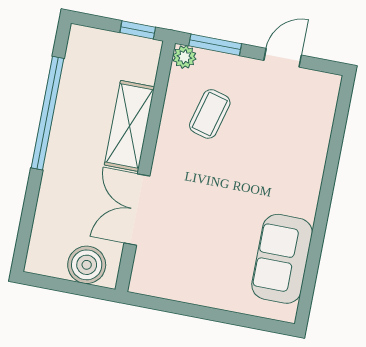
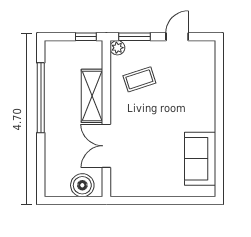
coffee table: (210, 114) -> (139, 79), turned 57

